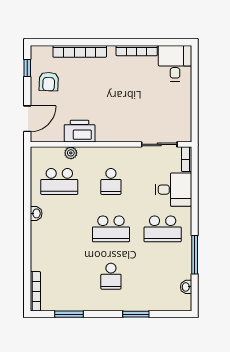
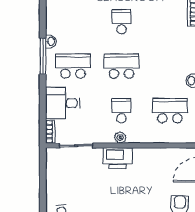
printer: (80, 131) -> (118, 158), moved
plant: (71, 153) -> (120, 137), moved
window: (195, 255) -> (43, 56), moved
washbasin: (186, 287) -> (51, 41), moved

